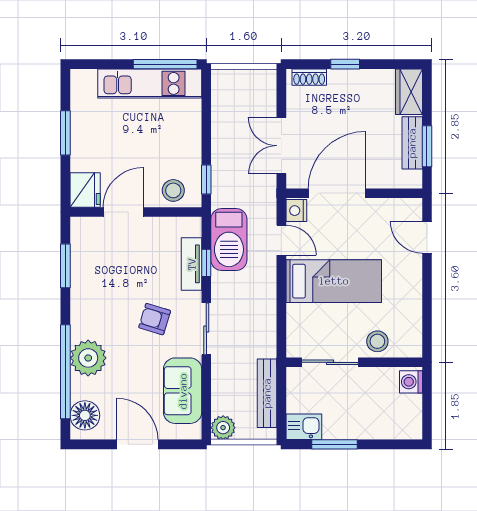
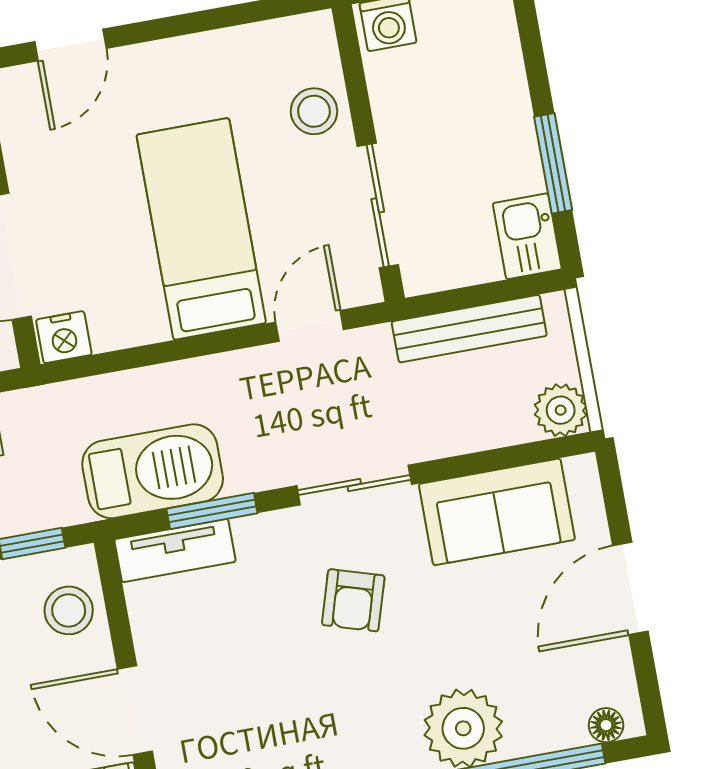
door: (281, 240) -> (310, 326), moved
window: (206, 263) -> (212, 511), width x1.50
tv unit: (192, 264) -> (175, 551), moved
floor lamp: (85, 415) -> (606, 725), width x0.53, depth x0.53

